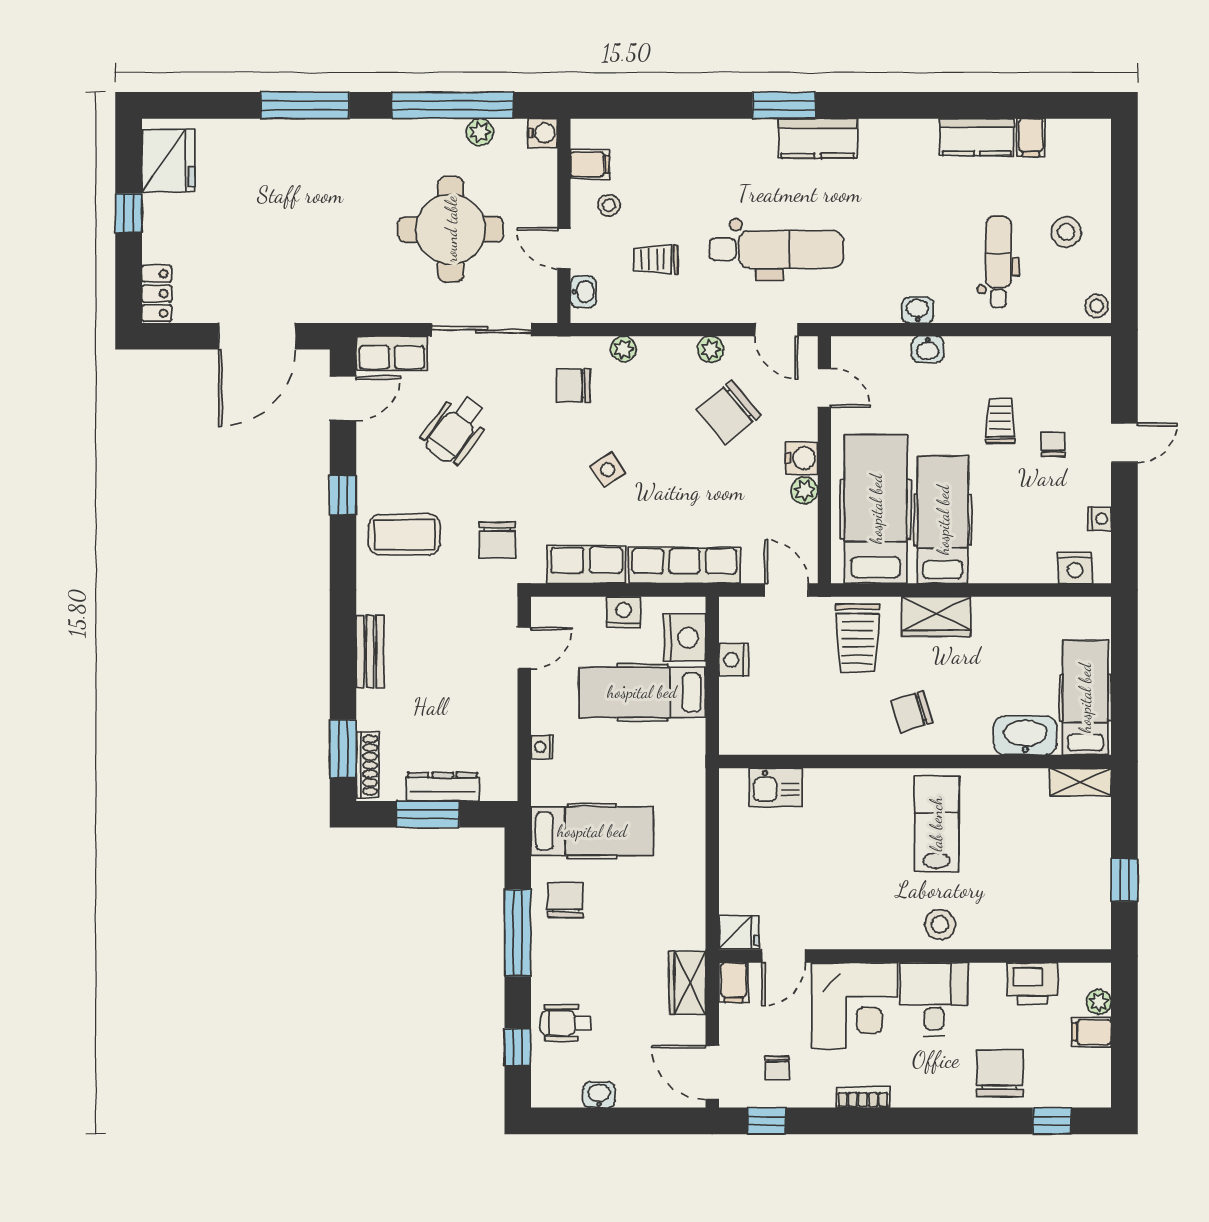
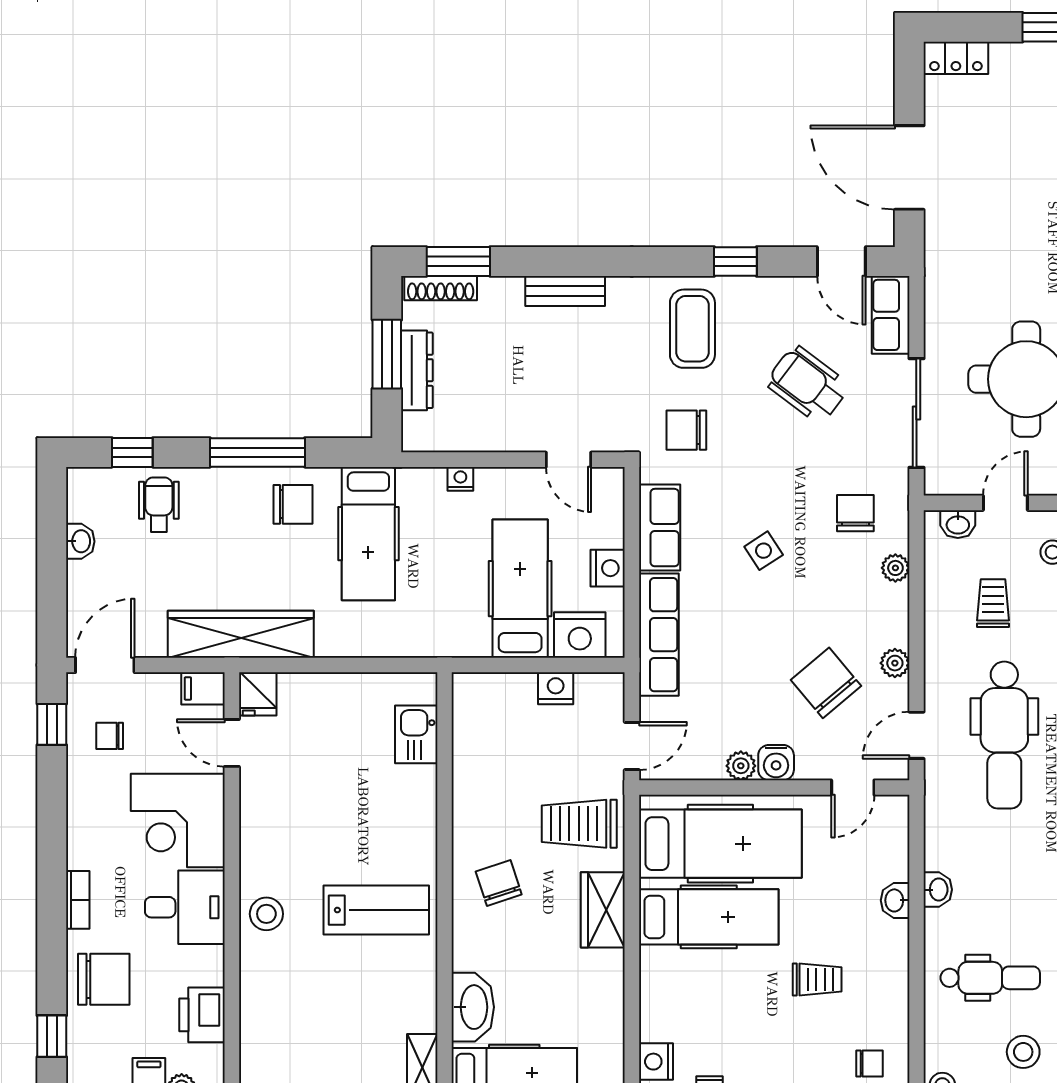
chair: (1053, 444) -> (870, 1064), moved
wardrobe: (687, 983) -> (241, 634), width x2.10, depth x1.17
bookcase: (863, 1097) -> (78, 900), moved

